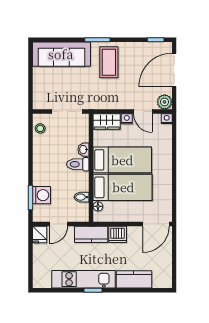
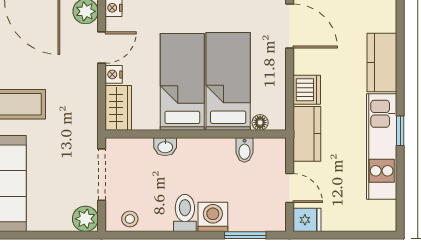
plant: (40, 102) -> (85, 219), added
toilet: (78, 164) -> (185, 213), moved, turned 180
washing machine: (42, 195) -> (213, 217), moved

